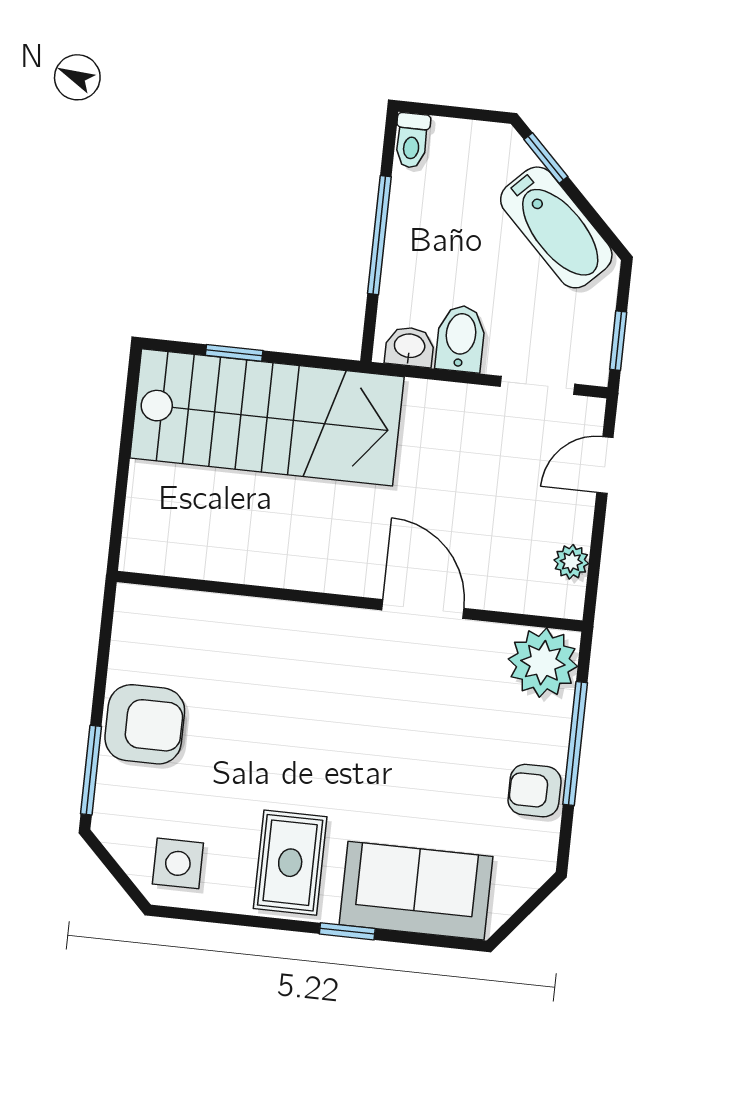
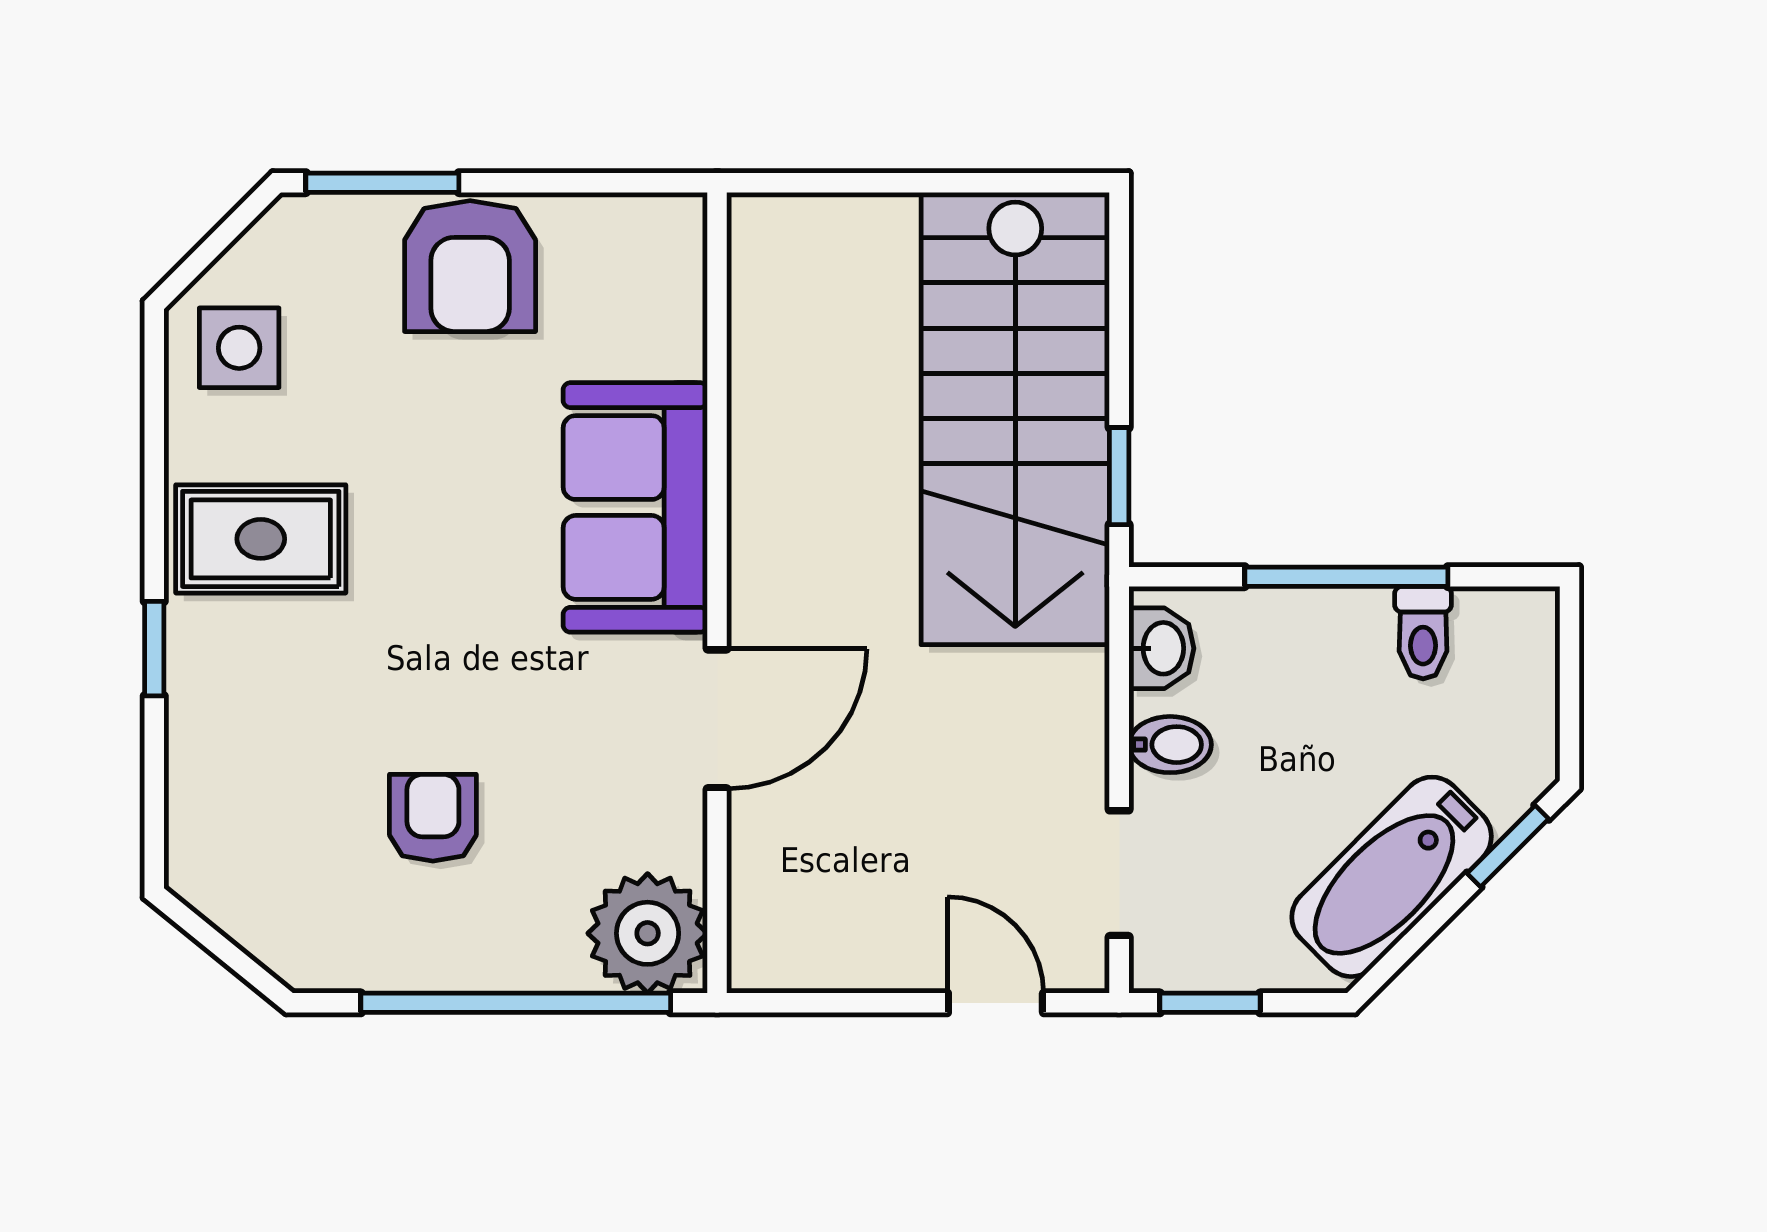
toilet: (412, 140) -> (1423, 633), moved, turned -90
bidet: (461, 338) -> (1170, 745), width x0.72, depth x0.74
window: (234, 353) -> (1119, 476), moved
plant: (571, 562) -> (825, 963), removed
window: (575, 743) -> (516, 1003), width x1.46
armchair: (535, 791) -> (433, 818), moved
sofa: (416, 891) -> (635, 507), moved, turned 180

